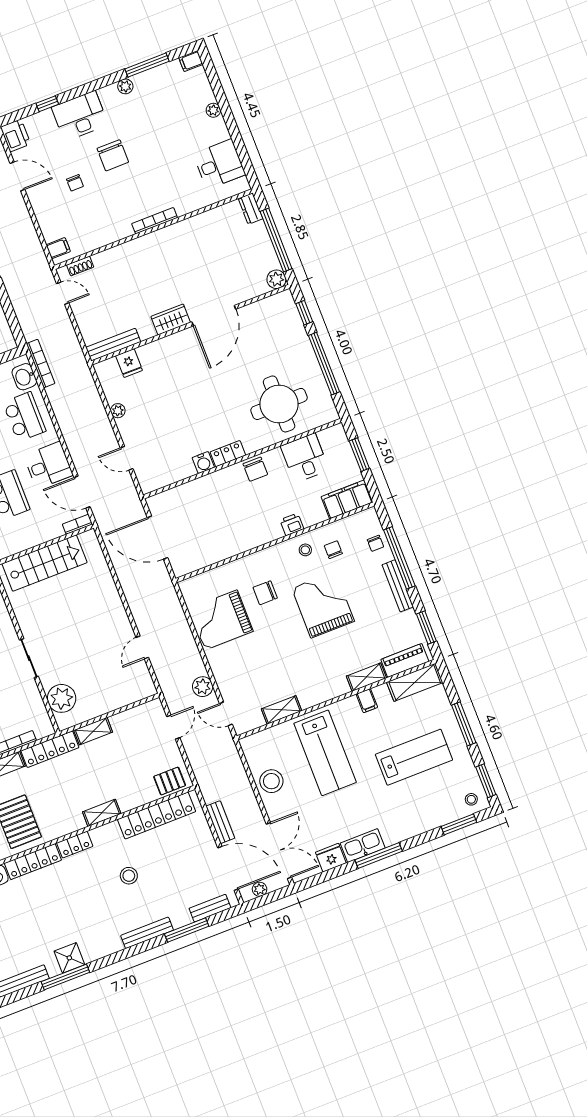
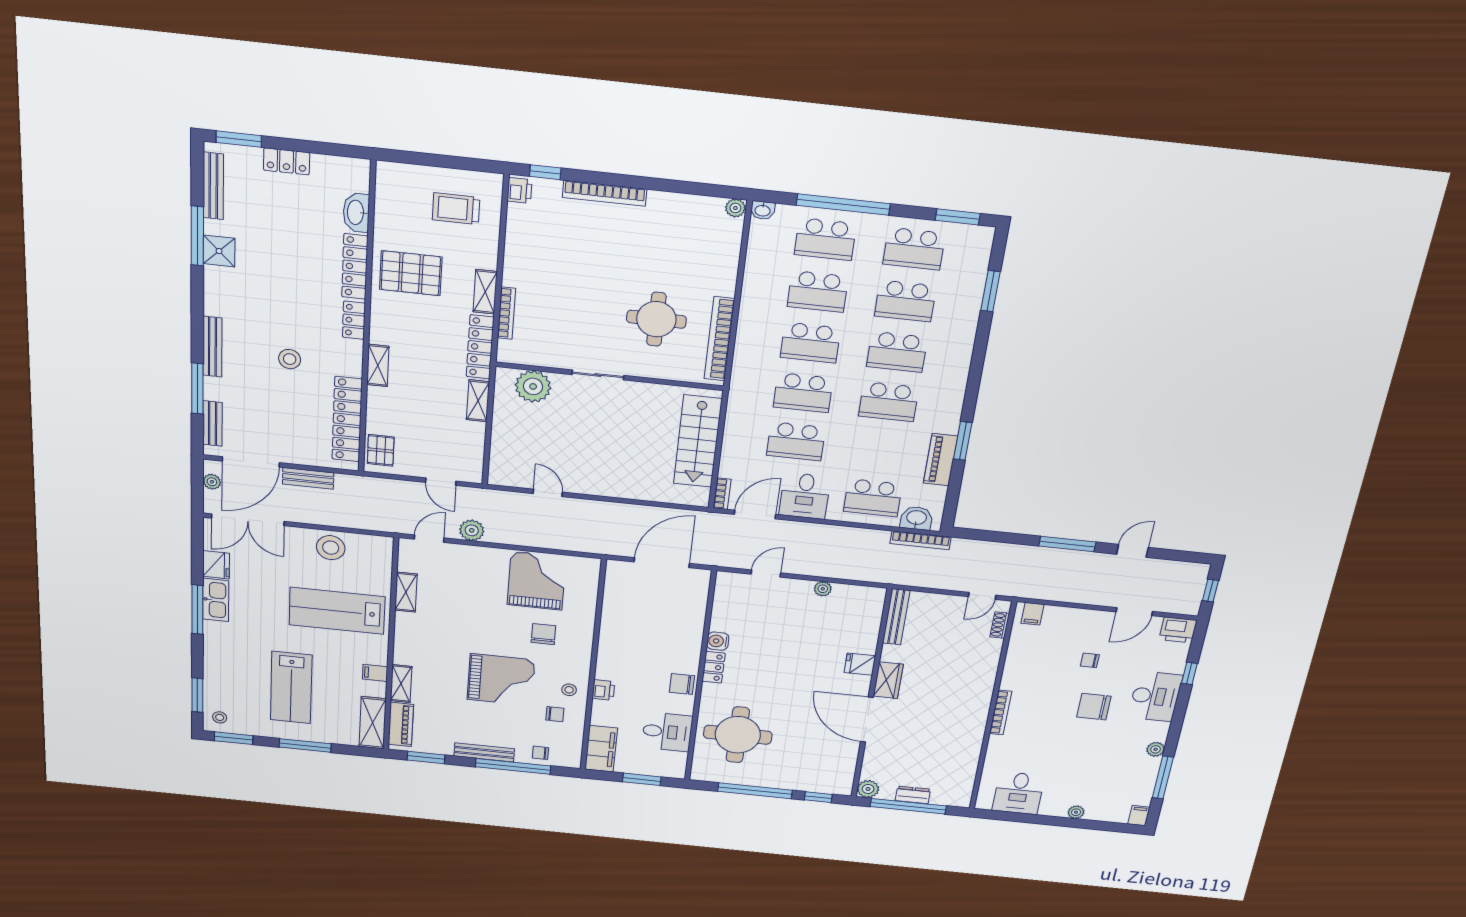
dresser: (251, 209) -> (913, 795), moved
fridge: (129, 363) -> (860, 664), moved

